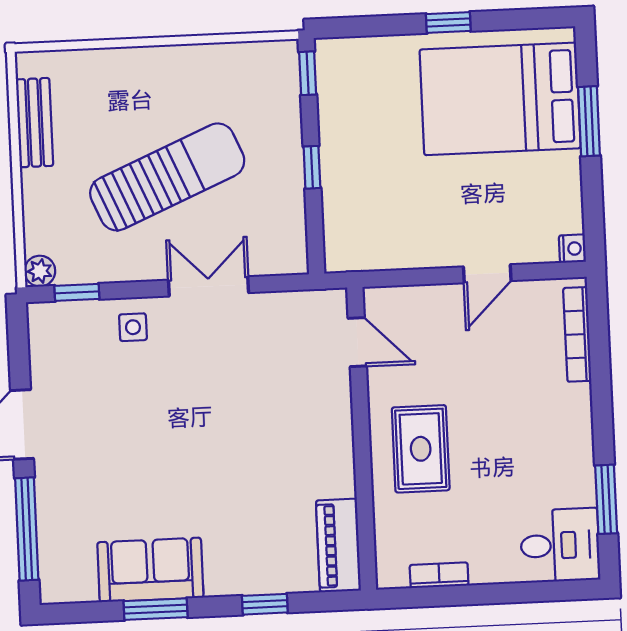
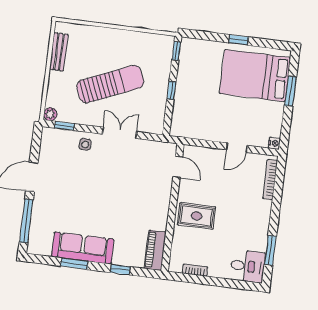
rug: (421, 449) -> (196, 216), turned 90
sofa: (150, 570) -> (83, 248), width x1.36

